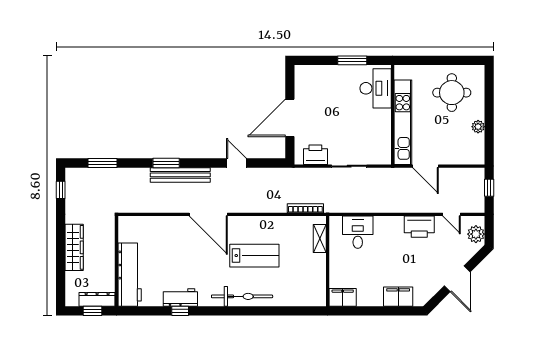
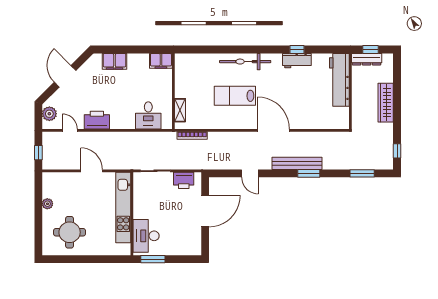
desk: (376, 88) -> (146, 236), moved
wall: (393, 115) -> (132, 214), moved
kitchen unit: (403, 122) -> (123, 208), moved

